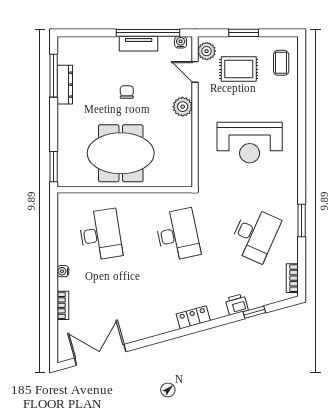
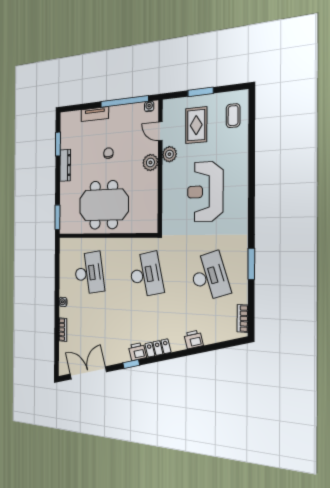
tv unit: (139, 44) -> (95, 114), moved
plant: (207, 51) -> (169, 154), moved
rug: (239, 69) -> (196, 125), turned 90
window: (54, 76) -> (58, 144), width x0.69
dresser: (65, 85) -> (65, 165), moved
reception desk: (250, 143) -> (205, 192), turned 90
desk: (255, 235) -> (209, 276), turned -42
window: (254, 312) -> (131, 364), moved
printer: (167, 323) -> (137, 351), added

